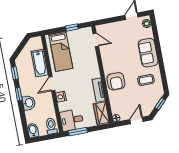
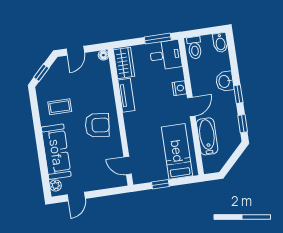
sofa: (148, 53) -> (56, 152), width x1.36
armchair: (116, 81) -> (97, 125), moved, turned 96

